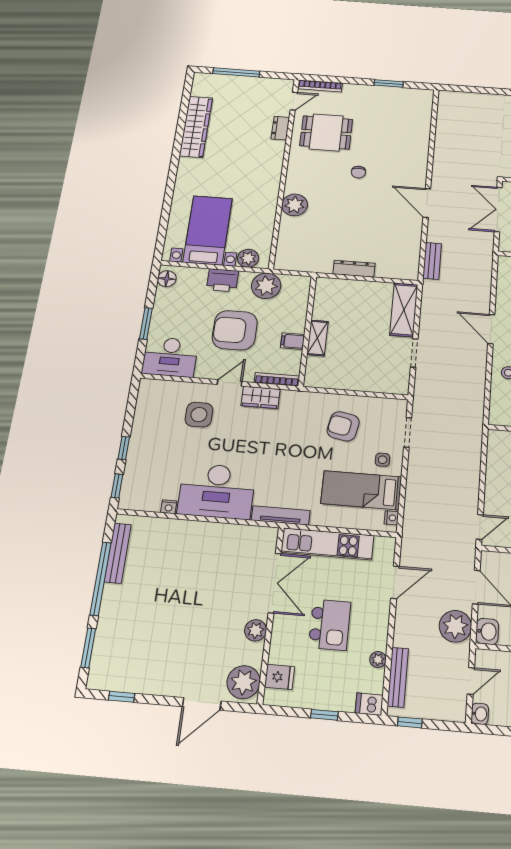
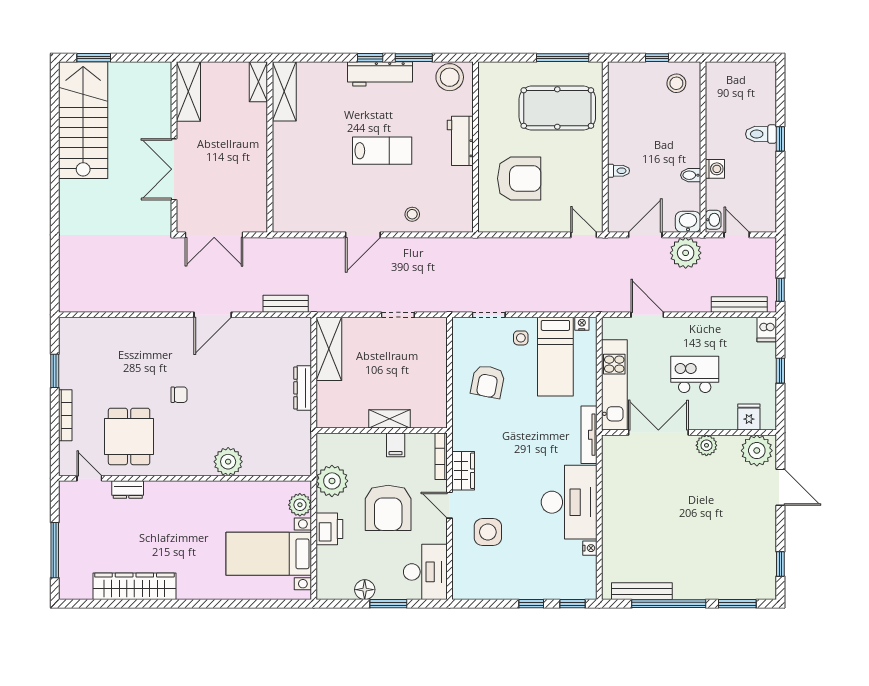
bookcase: (320, 86) -> (65, 415), moved
floor lamp: (167, 279) -> (365, 590), moved
shelving: (404, 310) -> (329, 349), moved, turned 90
plant: (378, 660) -> (724, 325), removed
washbasin: (480, 714) -> (713, 220), moved, turned 90

